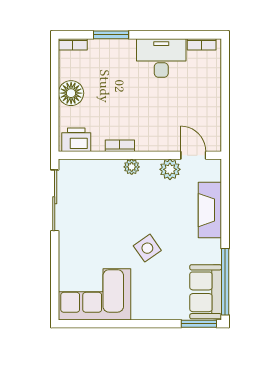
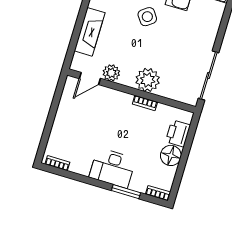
desk: (161, 58) -> (112, 168), moved
printer: (76, 140) -> (178, 133), moved, turned 90
door: (193, 155) -> (90, 78), hinge flipped
plant: (132, 167) -> (148, 80), width x1.88, depth x1.88

